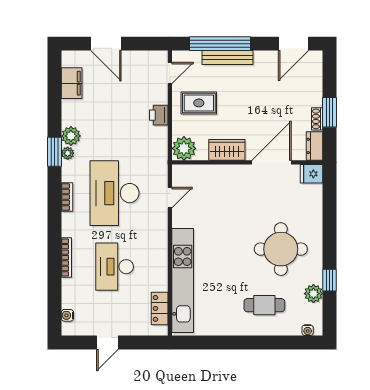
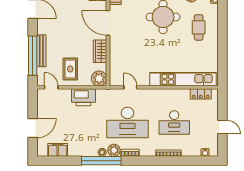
printer: (159, 115) -> (83, 97), width x1.87, depth x1.48
plant: (71, 136) -> (114, 150), moved
window: (54, 152) -> (101, 161), width x2.11

